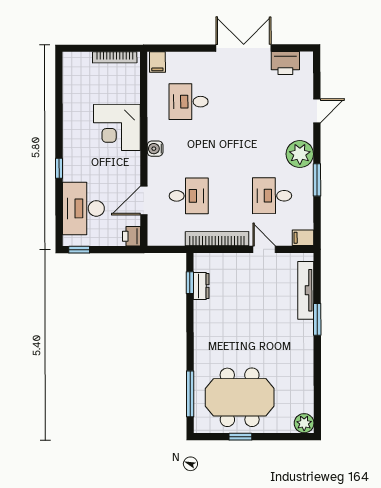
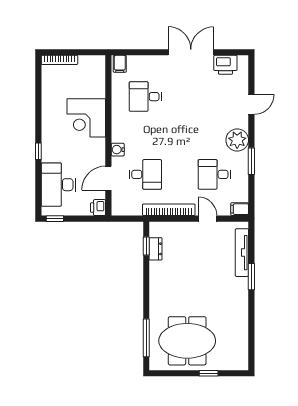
bookcase: (115, 57) -> (59, 60), moved
water cooler: (155, 149) -> (118, 150), moved
plant: (304, 423) -> (240, 362), removed
window: (240, 437) -> (209, 373), moved

